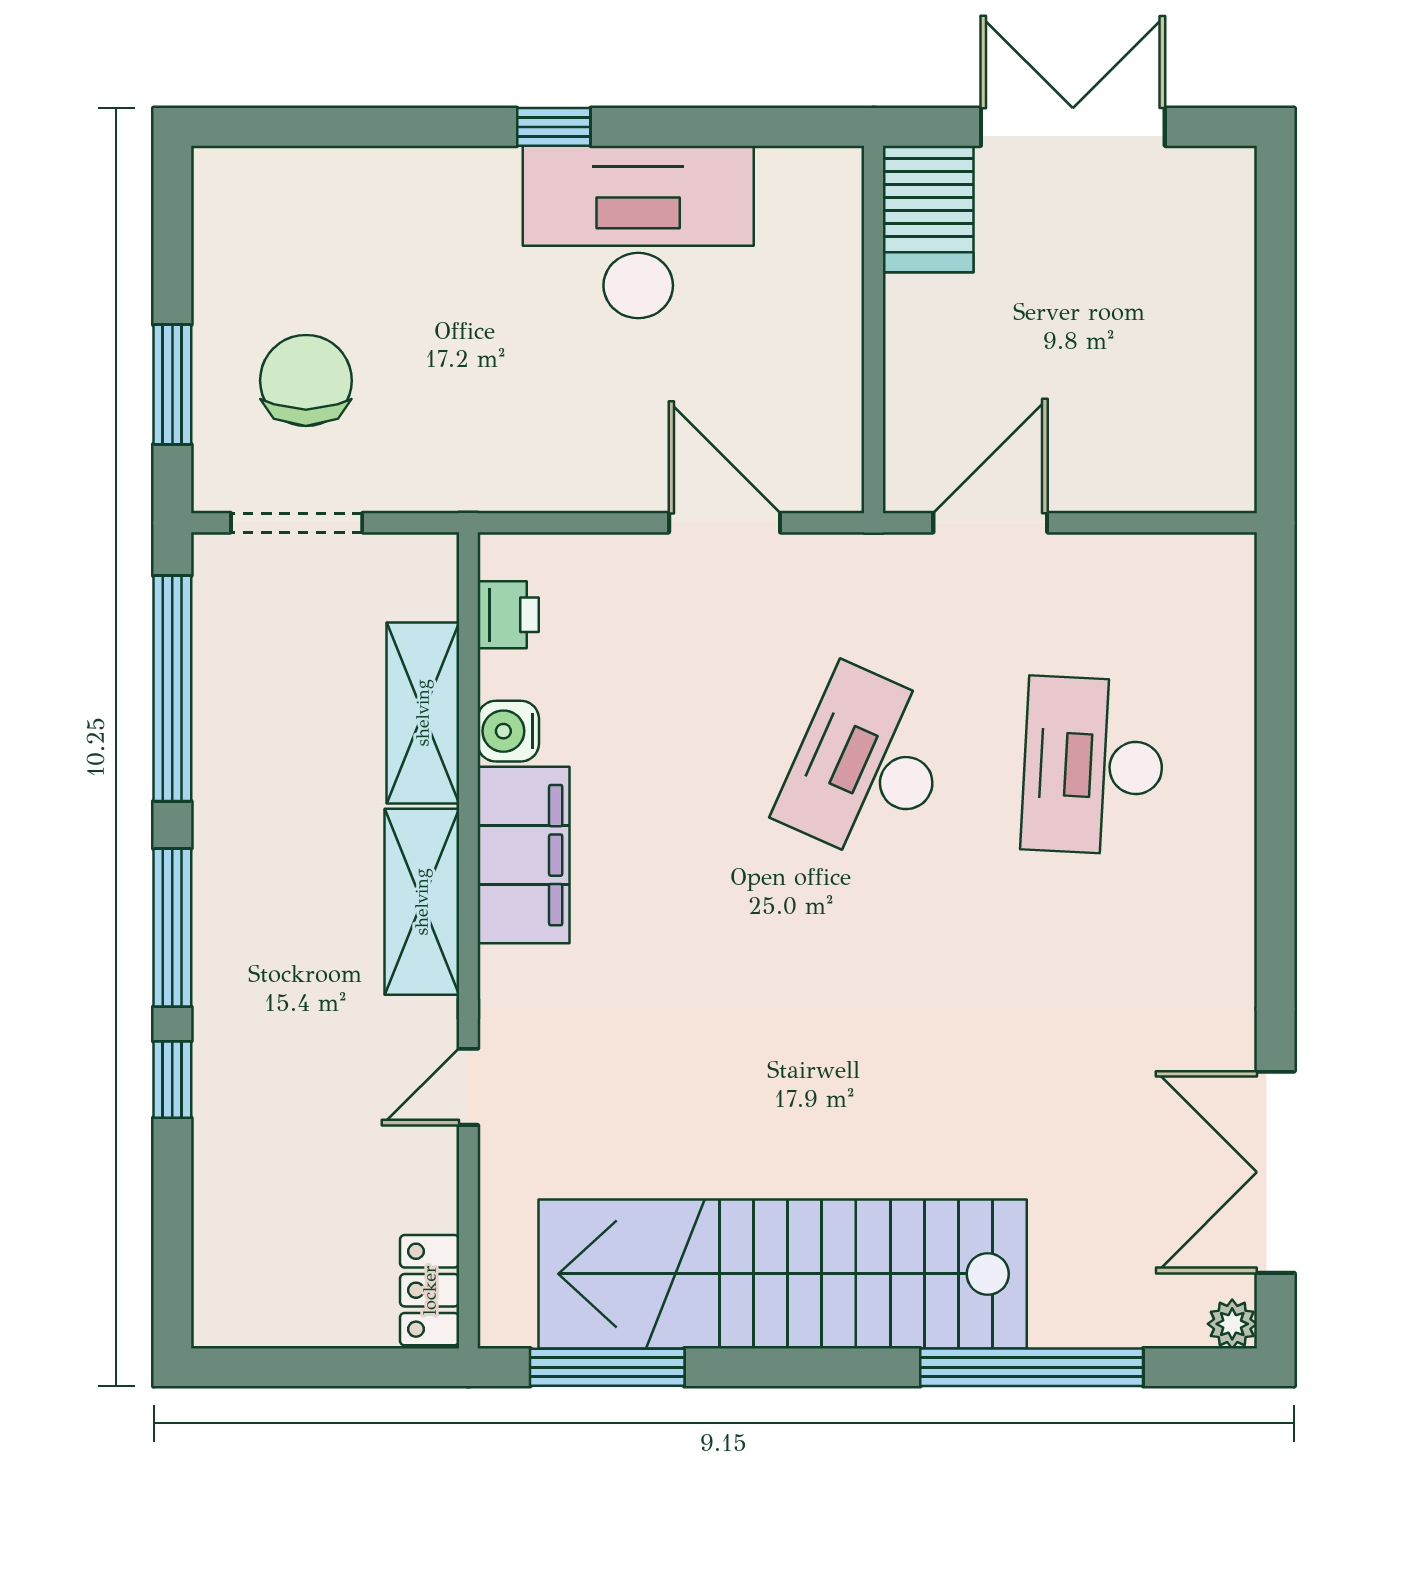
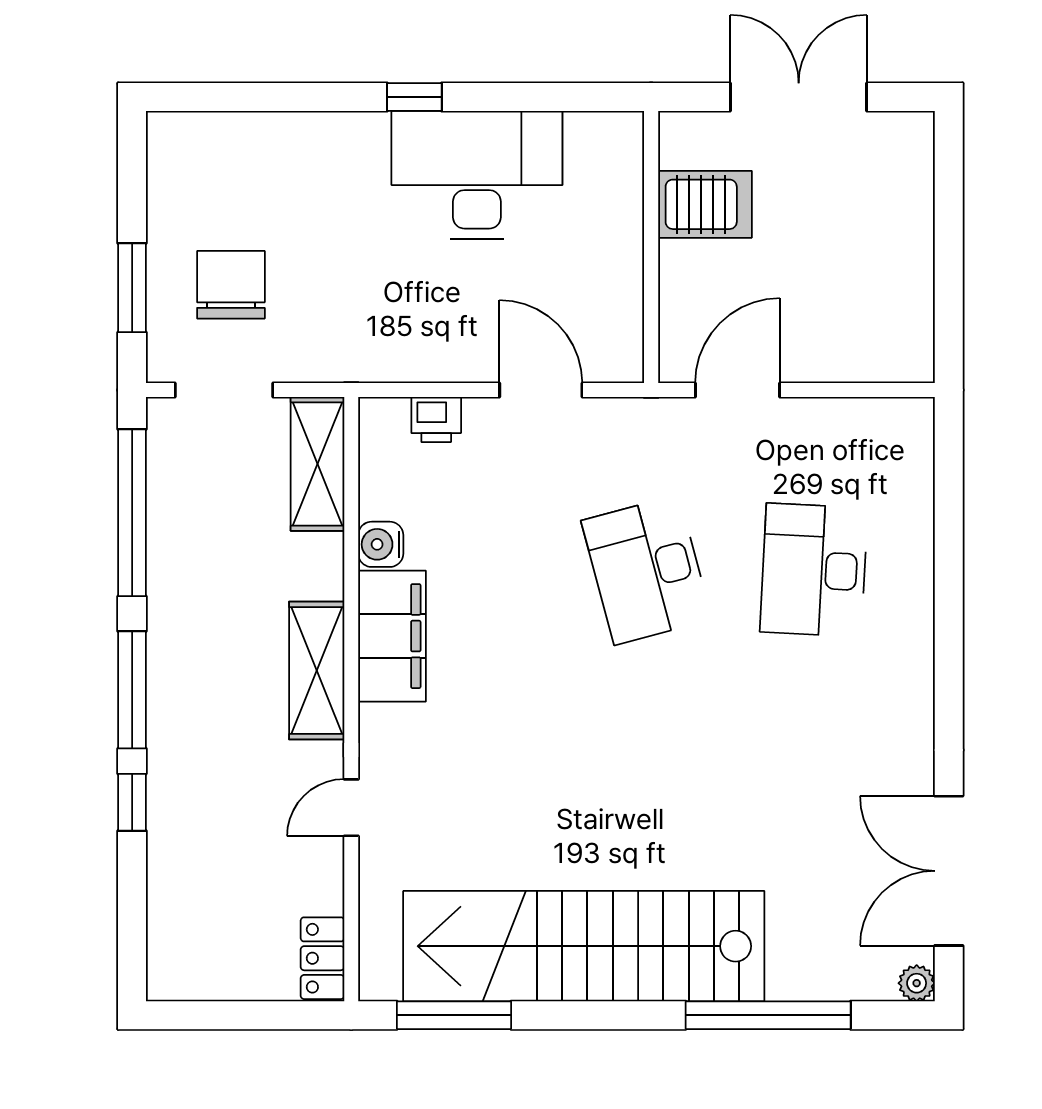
server rack: (928, 209) -> (705, 204), moved, turned -90
printer: (508, 615) -> (436, 420), moved, turned 90
shelving: (423, 713) -> (317, 464), moved
desk: (867, 766) -> (646, 570), turned -39

